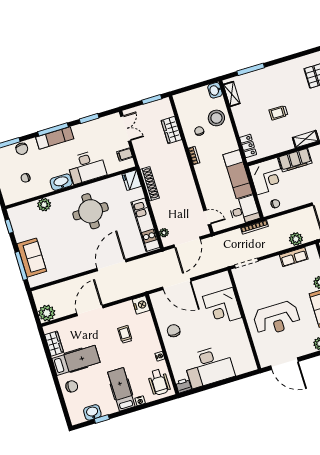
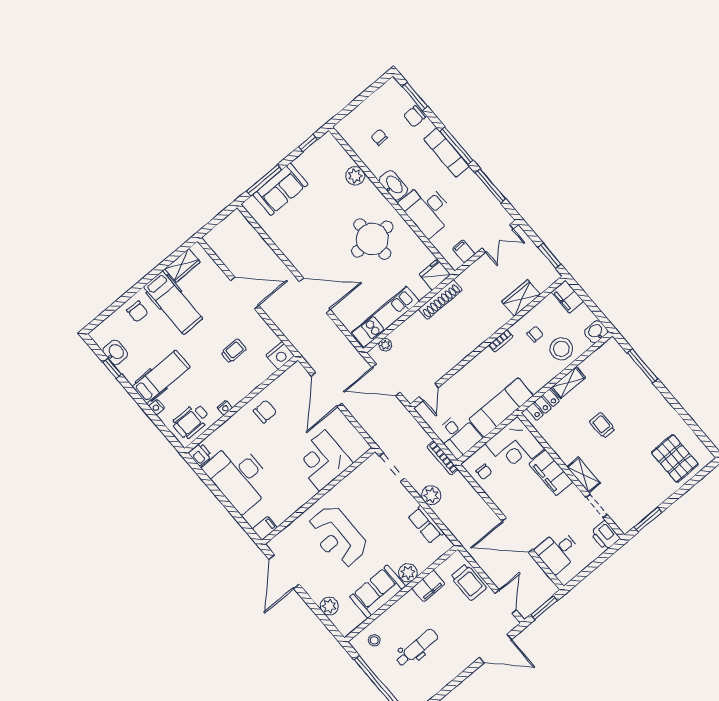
shelving: (232, 94) -> (568, 383), moved
filing cabinet: (184, 99) -> (567, 297), added
window: (89, 118) -> (490, 186), width x1.44
plant: (296, 239) -> (431, 495), moved
plant: (47, 313) -> (218, 239), removed
filing cabinet: (250, 364) -> (265, 528), added

